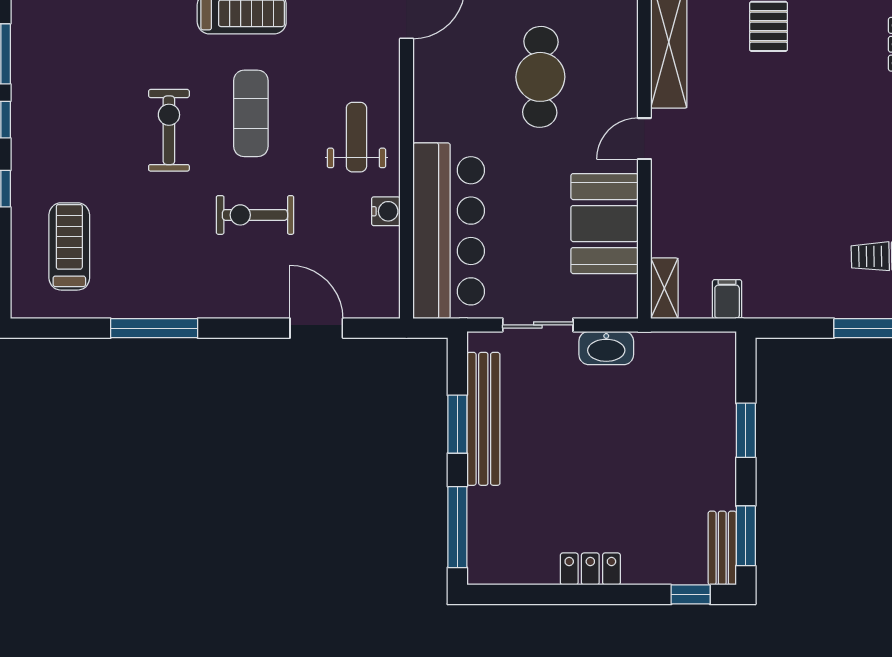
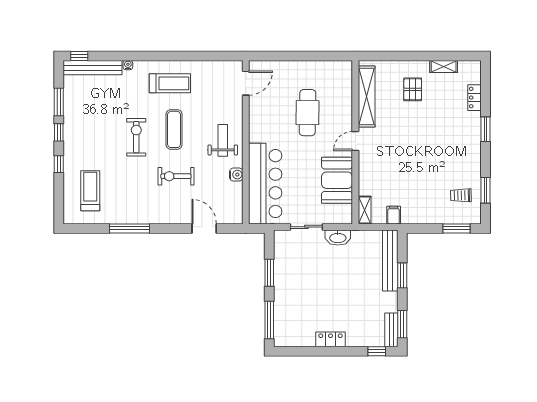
bench: (483, 419) -> (390, 260), moved

